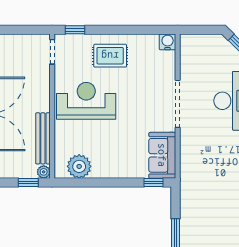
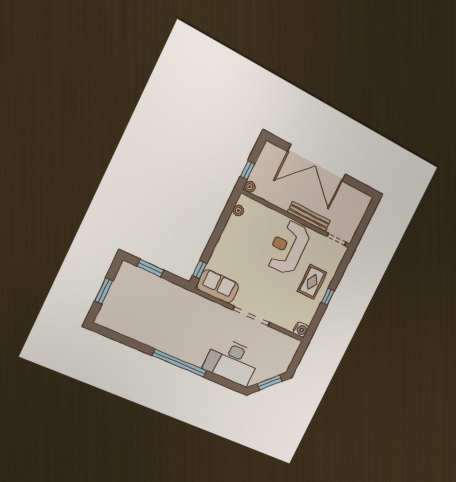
window: (75, 30) -> (328, 297), moved
reception desk: (86, 101) -> (288, 247), turned 180
bench: (43, 138) -> (309, 216), moved
plant: (79, 166) -> (238, 210), width x0.53, depth x0.53

